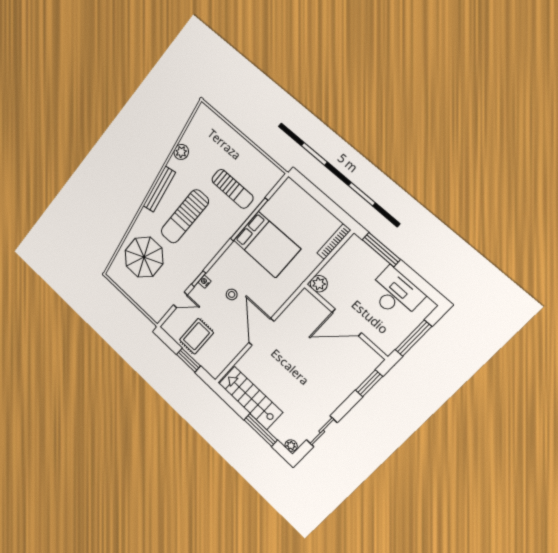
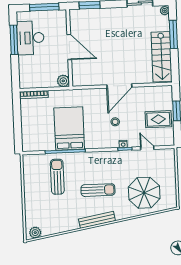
plant: (181, 152) -> (35, 233), moved
sun lounger: (185, 216) -> (98, 190), width x0.73, depth x0.75
window: (381, 250) -> (14, 40), moved

